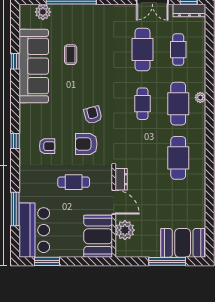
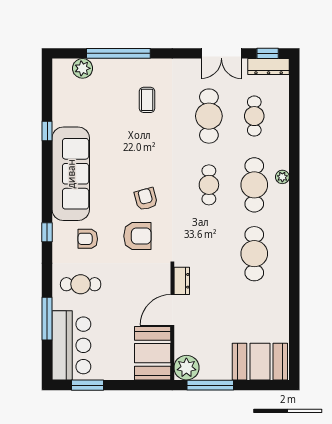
coffee table: (71, 55) -> (147, 100), moved
sofa: (34, 66) -> (71, 174), moved
armchair: (86, 144) -> (137, 236), turned 180
armchair: (47, 146) -> (88, 239), turned 180
cafe table: (74, 182) -> (81, 284), moved
door: (114, 202) -> (172, 310), swing flipped
plant: (125, 230) -> (186, 368), moved
window: (167, 261) -> (210, 385), moved

